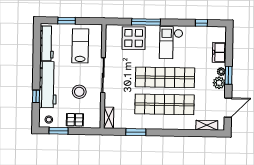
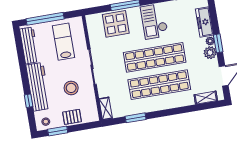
window: (67, 21) -> (45, 19), width x2.11
freezer: (219, 52) -> (204, 22), width x1.40

